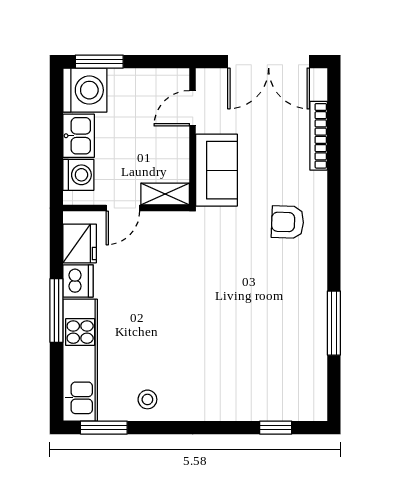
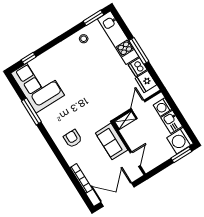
armchair: (288, 222) -> (73, 139), turned -92
corner sofa: (289, 368) -> (38, 84), added

